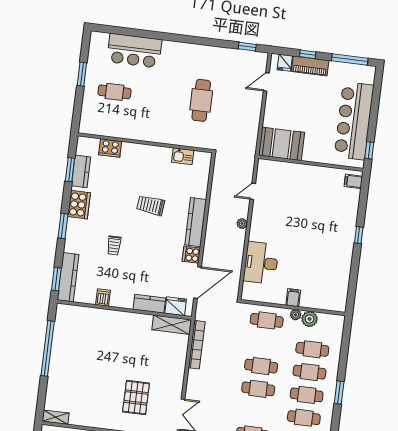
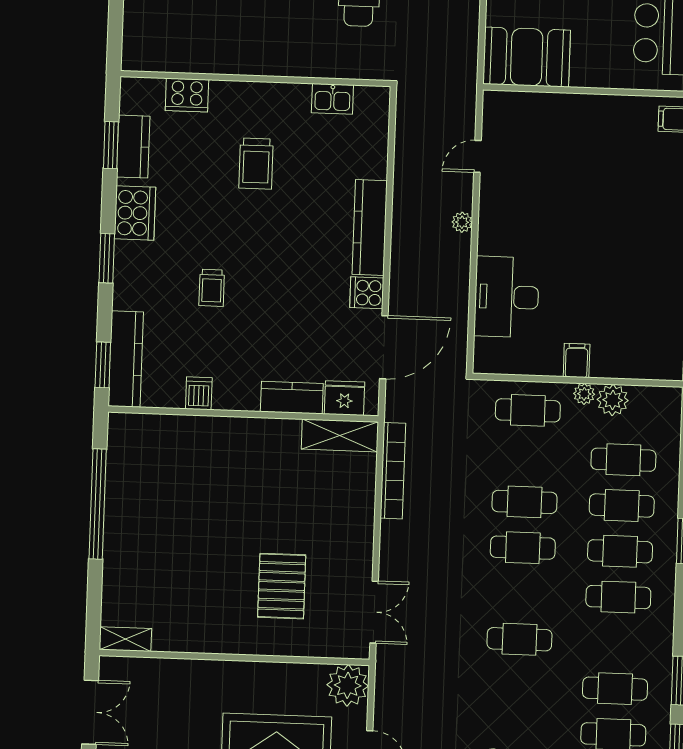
trolley: (151, 205) -> (256, 164), moved, turned -96

